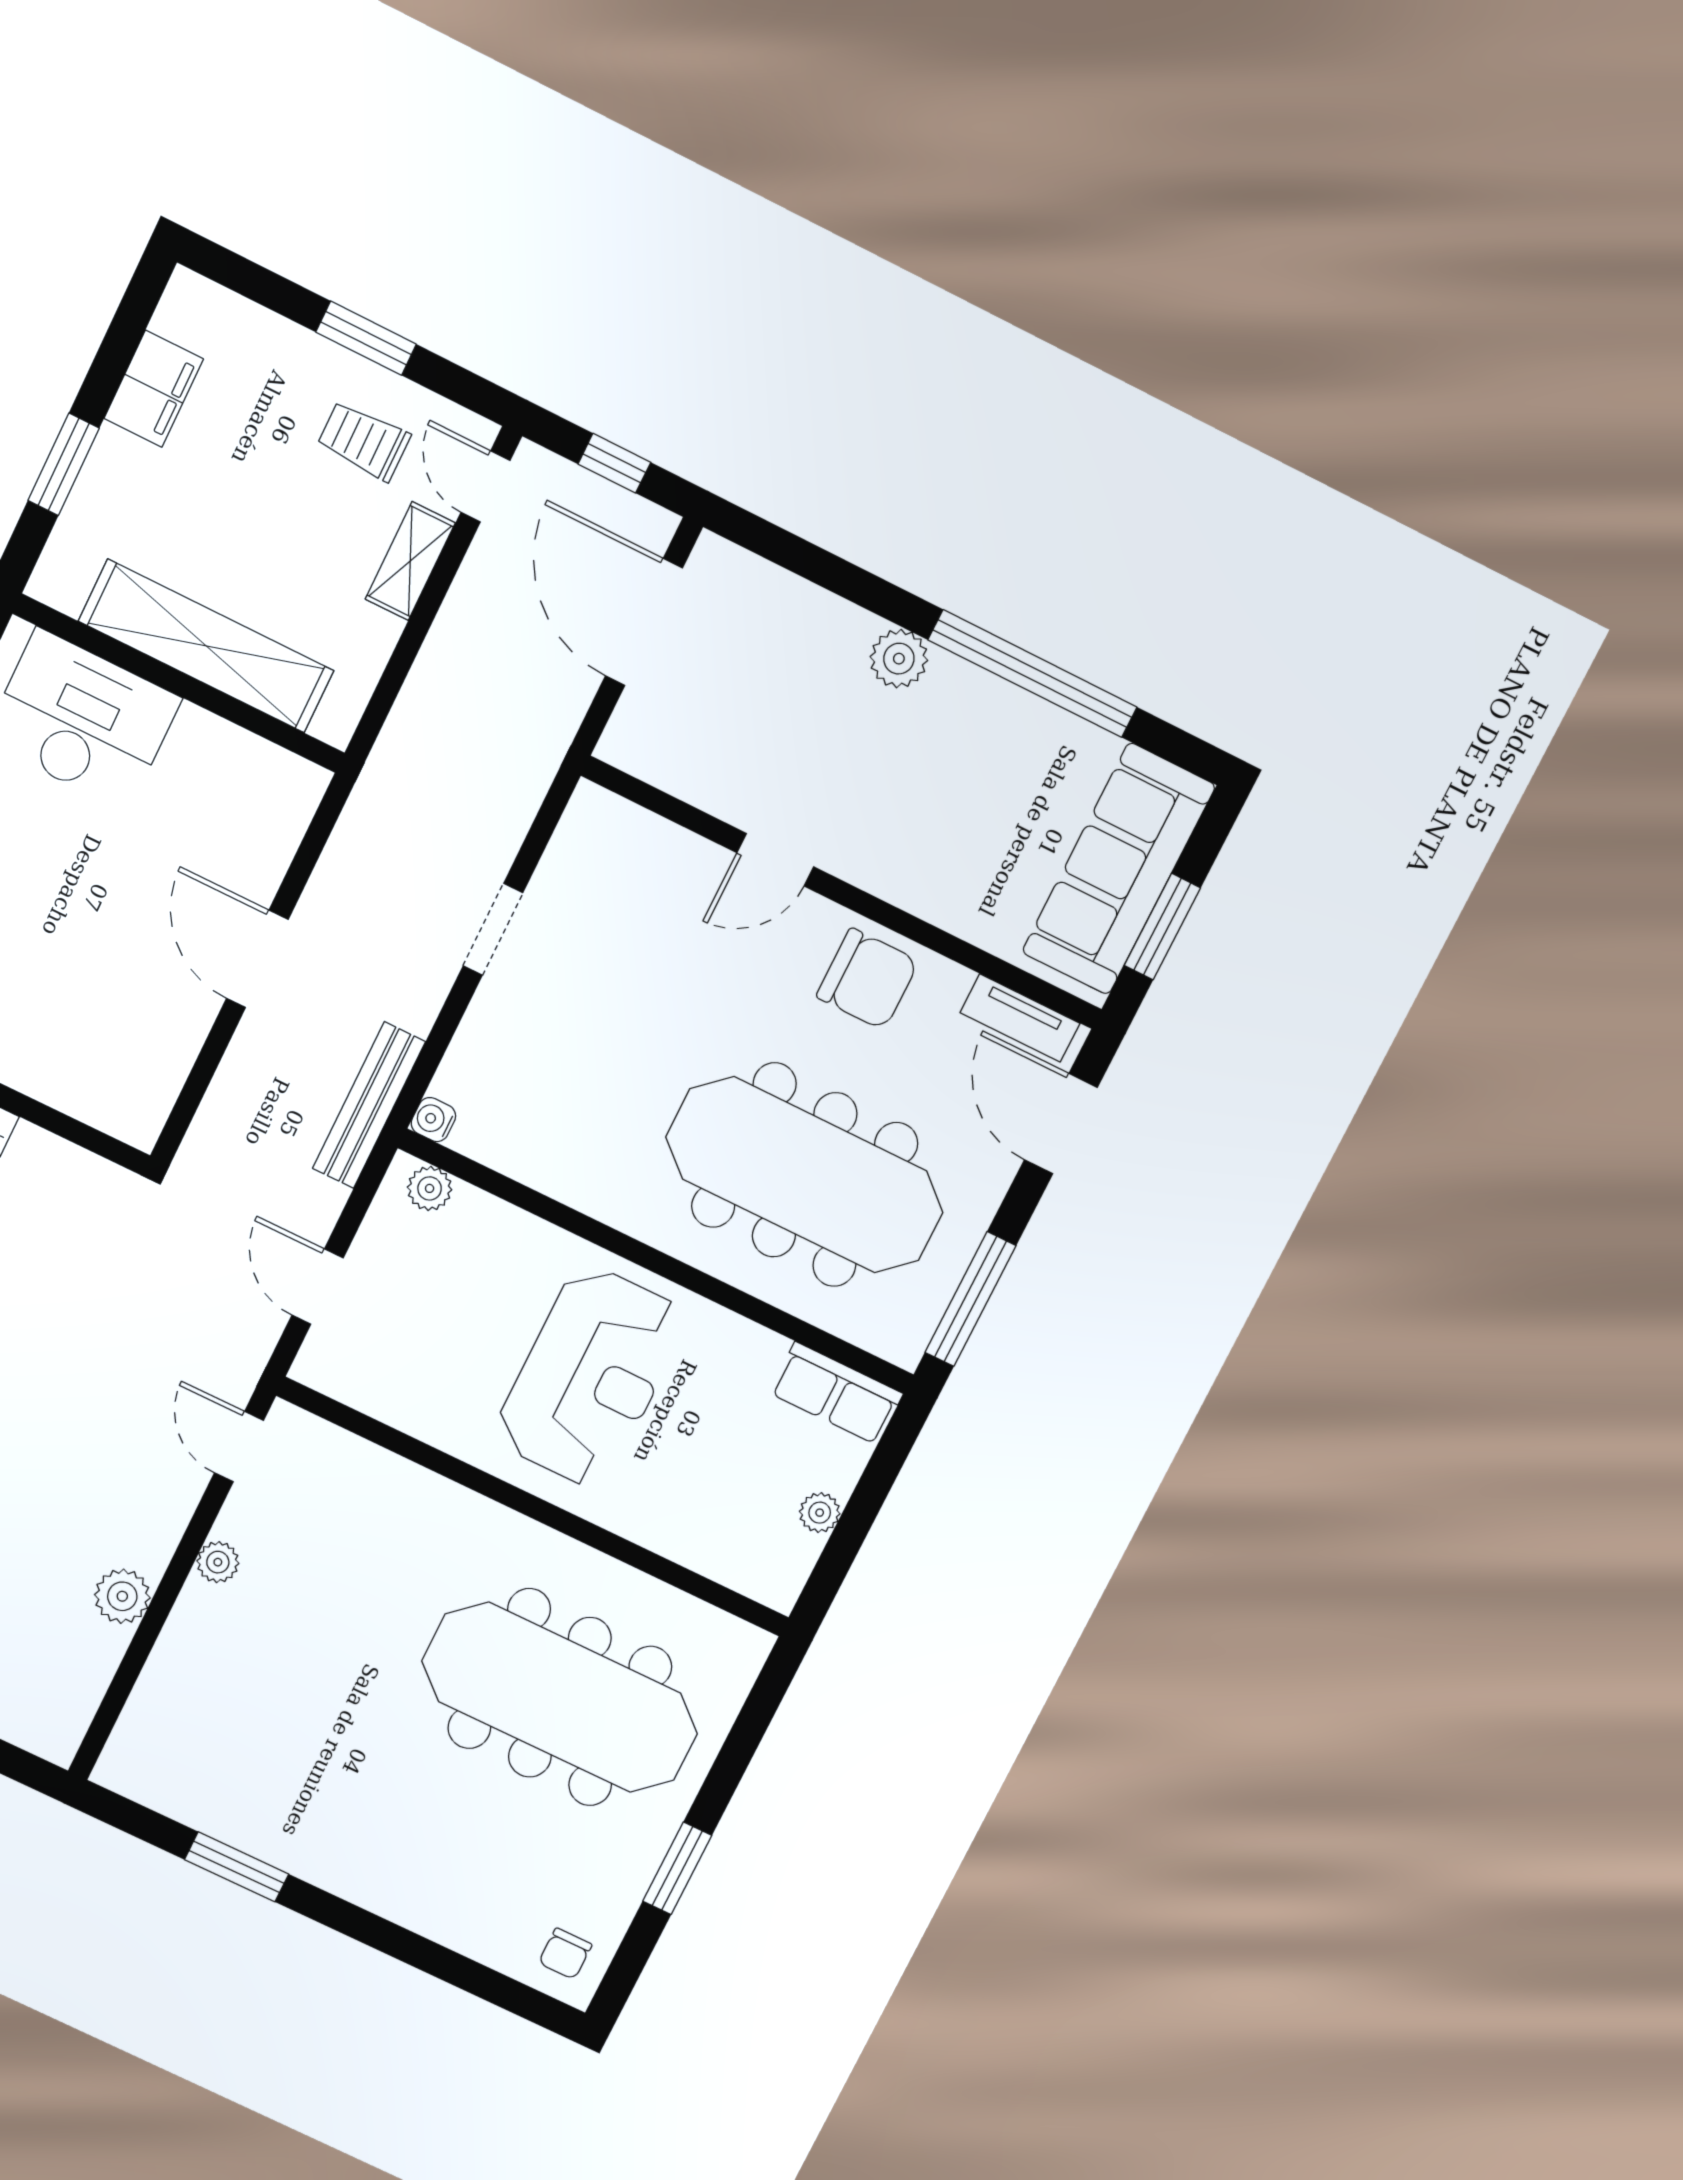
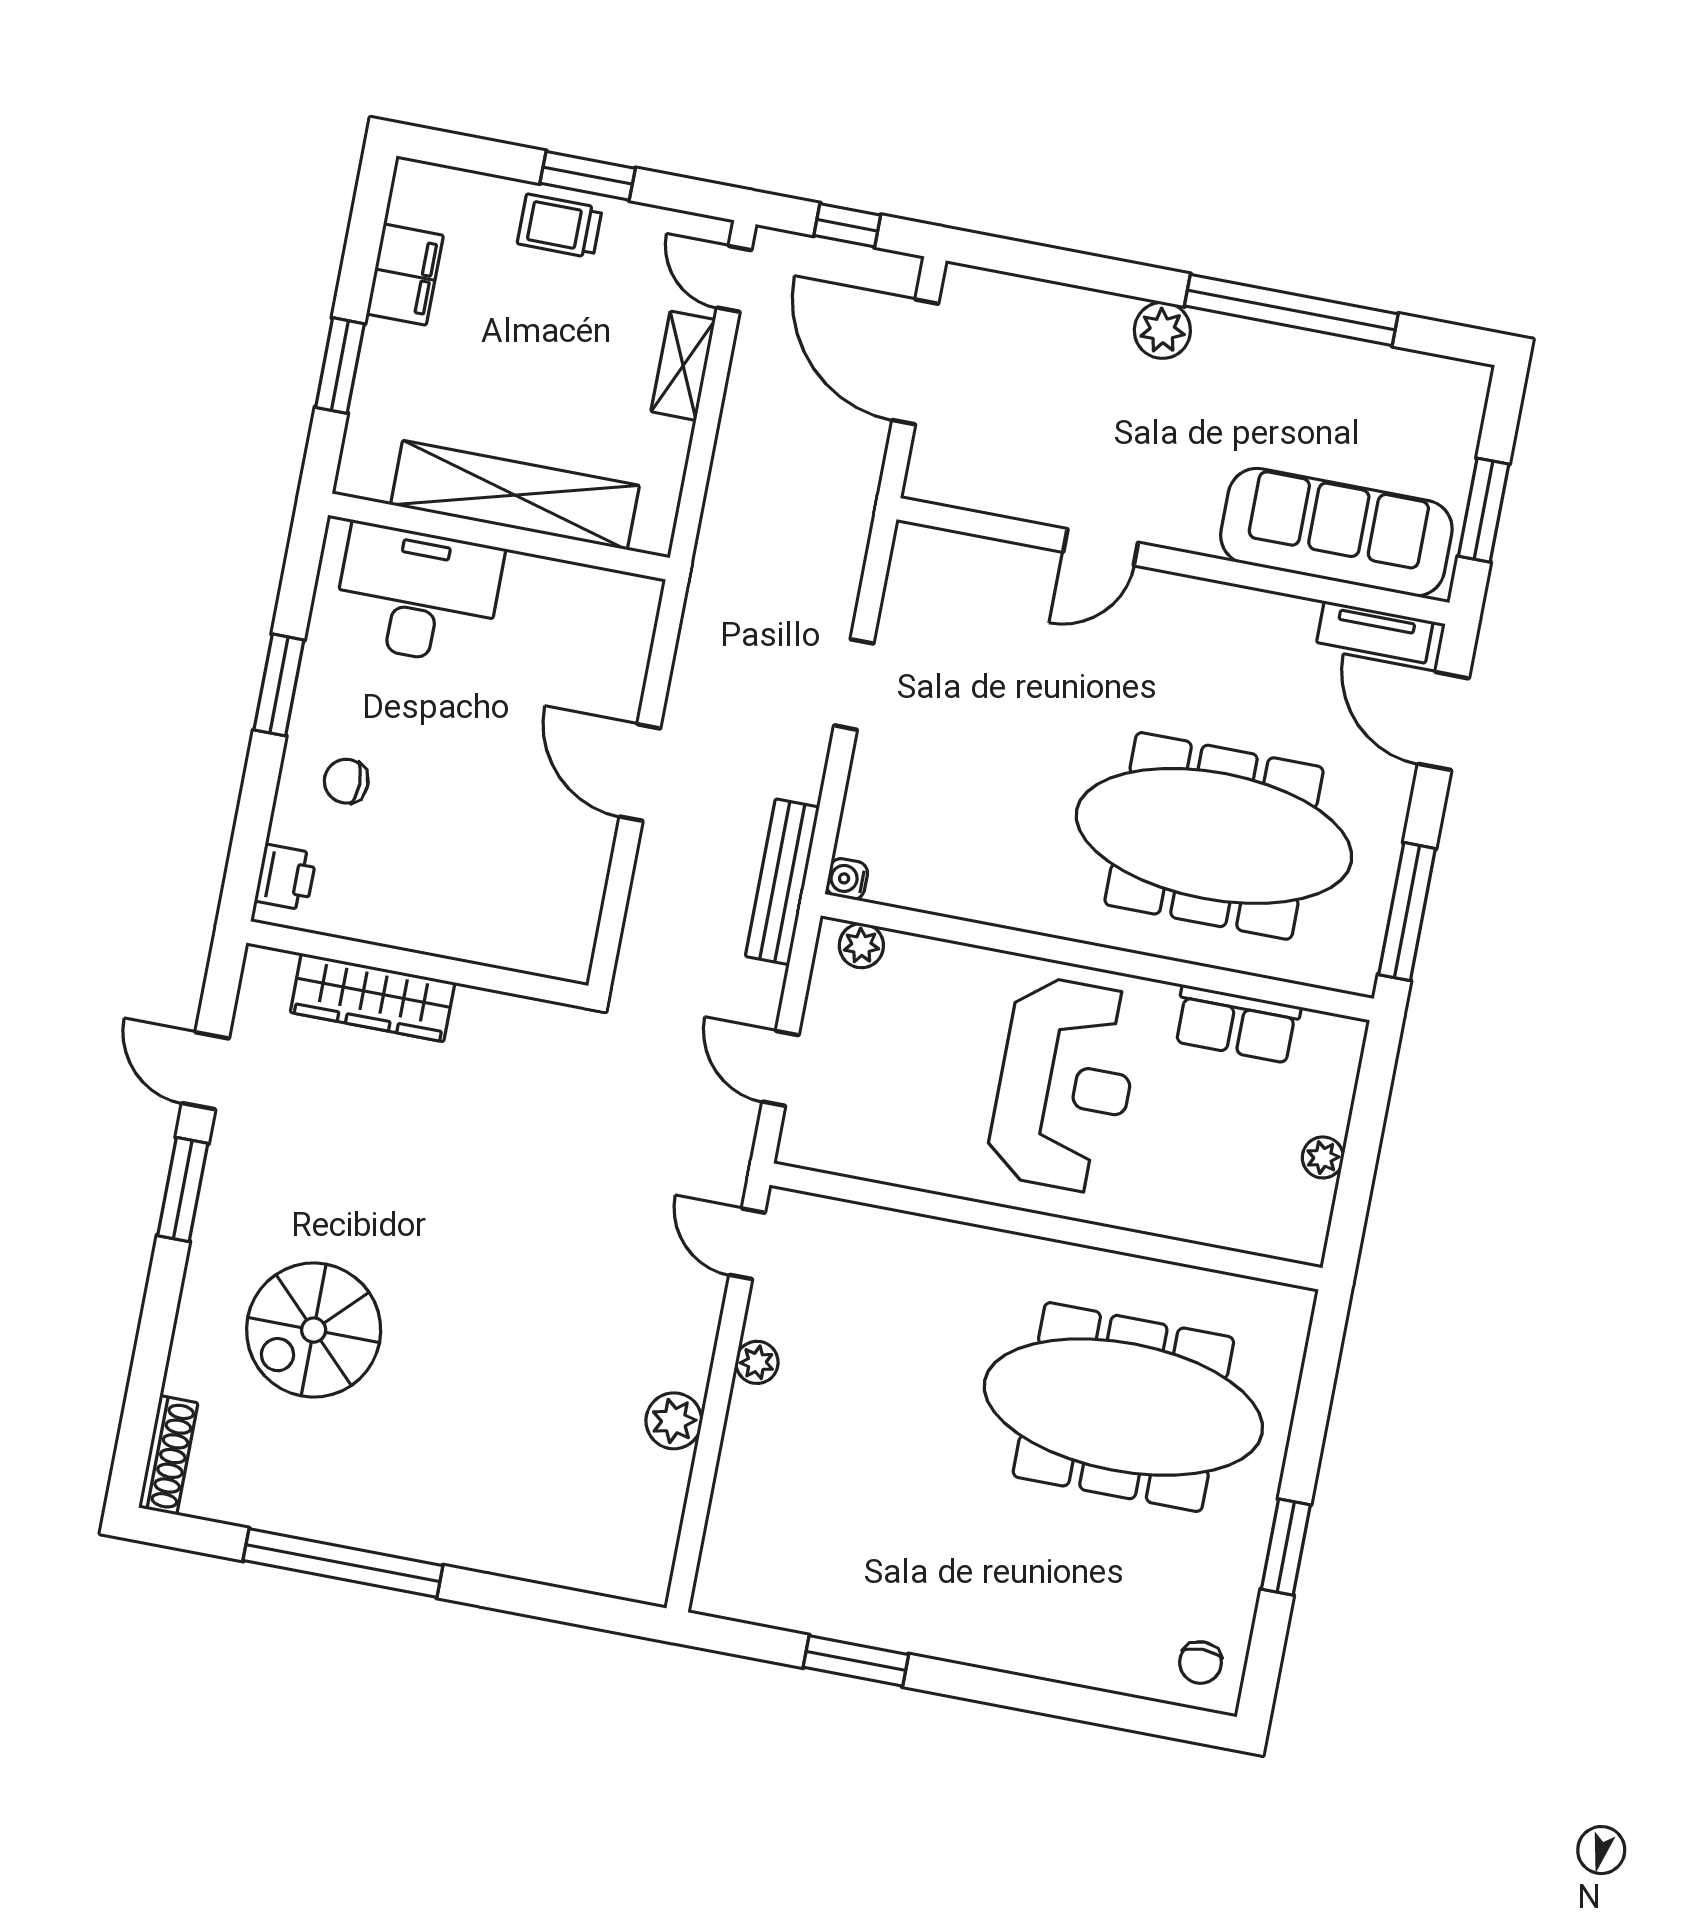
trolley: (364, 441) -> (560, 226), moved
sofa: (1119, 869) -> (1336, 532), moved, turned 90
chair: (867, 979) -> (1220, 635), removed
row of seats: (836, 1393) -> (1237, 1024), moved

